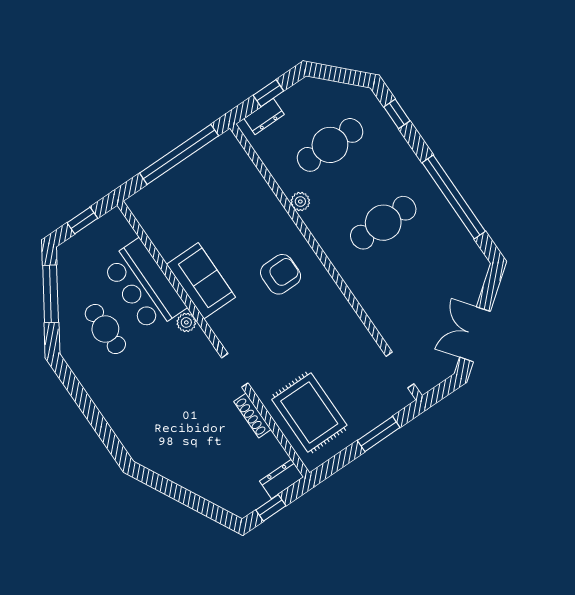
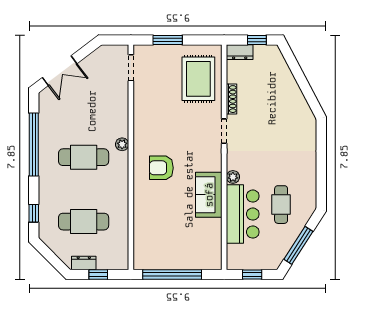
dresser: (264, 116) -> (84, 263), moved
plant: (300, 202) -> (122, 144), moved
double door: (475, 334) -> (60, 71), moved

